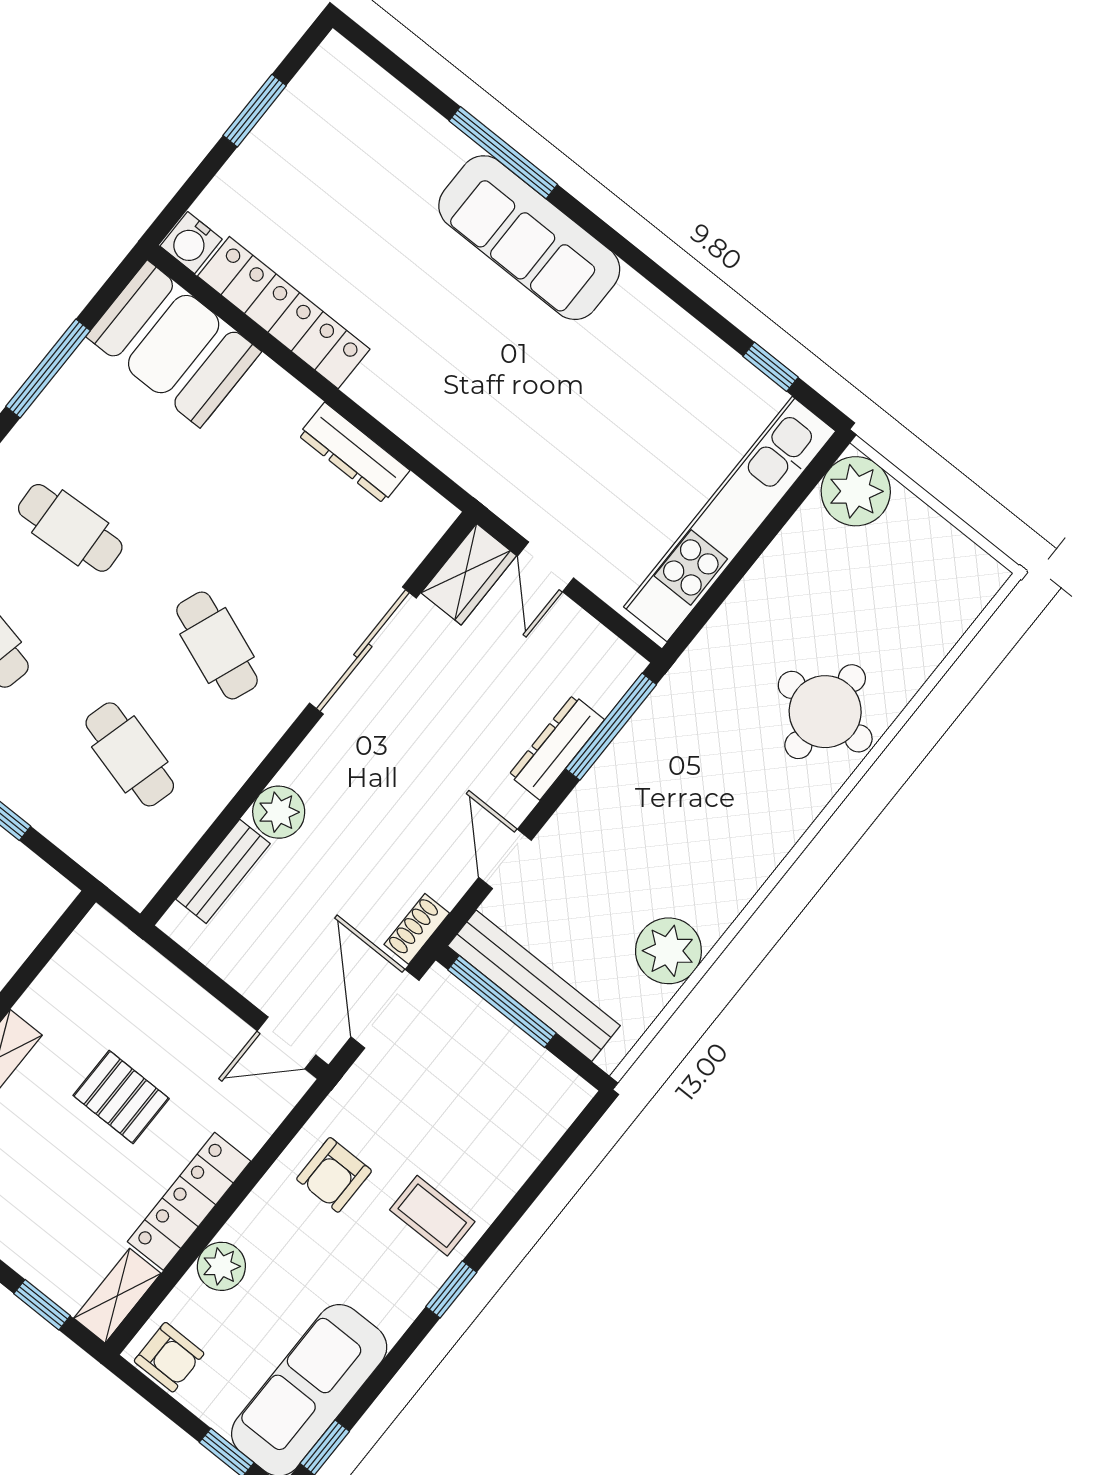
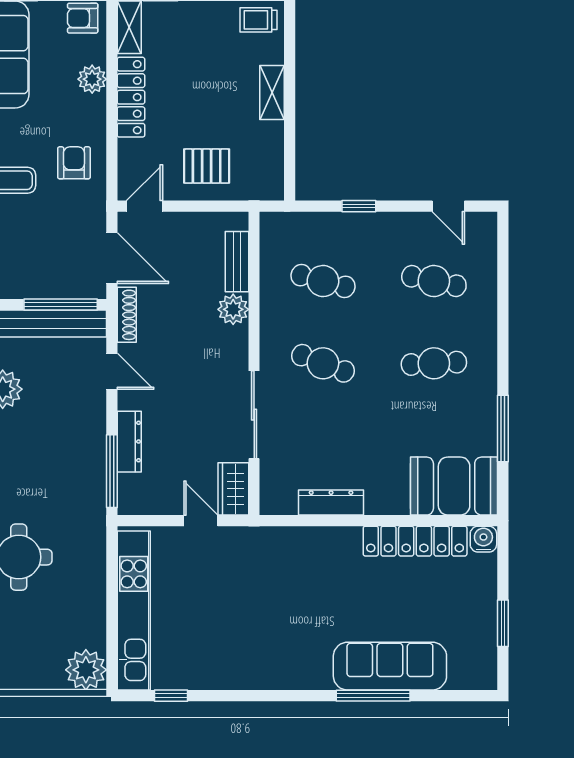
sofa: (529, 238) -> (390, 666), moved
shoe rack: (417, 929) -> (127, 315), width x1.43
pallet: (121, 1097) -> (207, 166), moved

